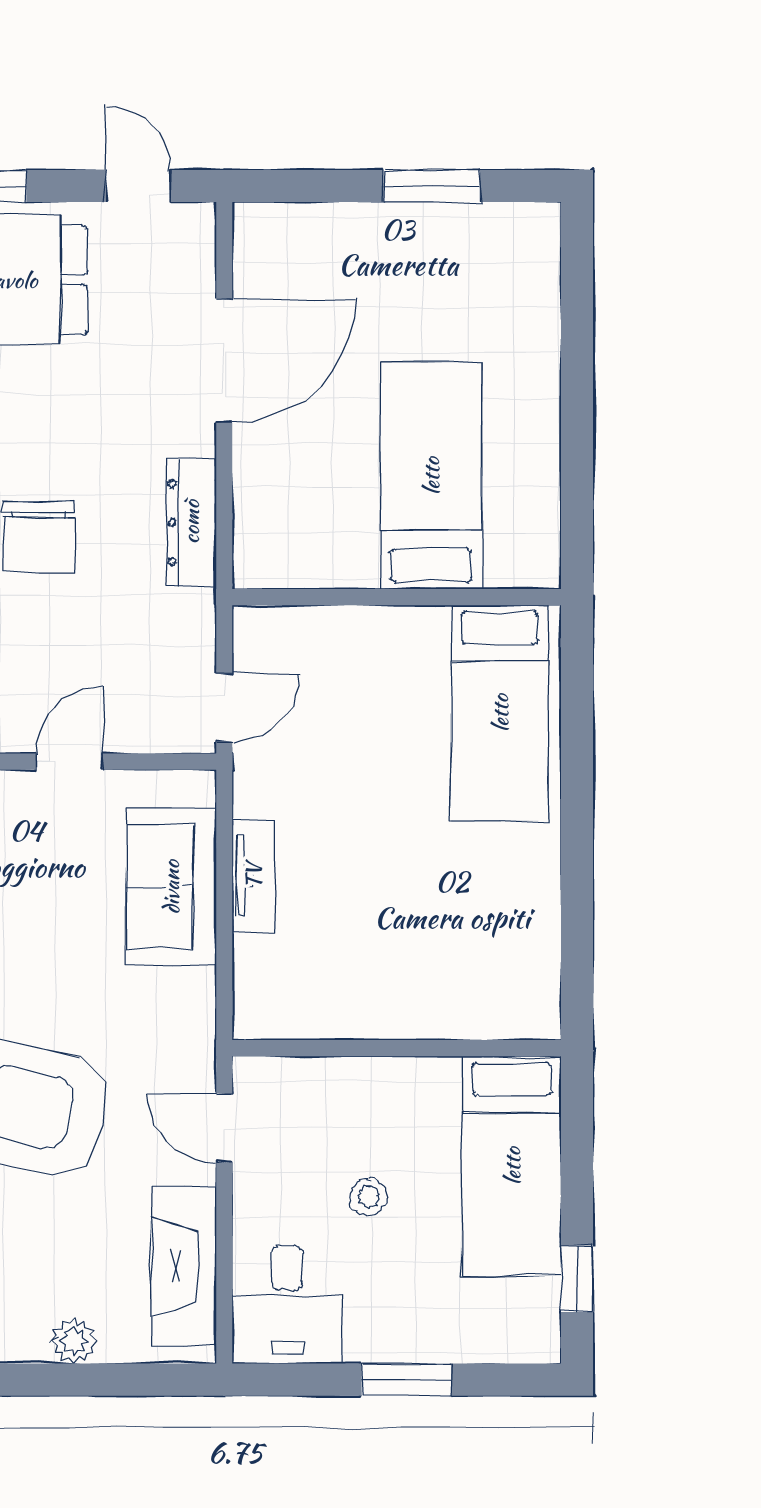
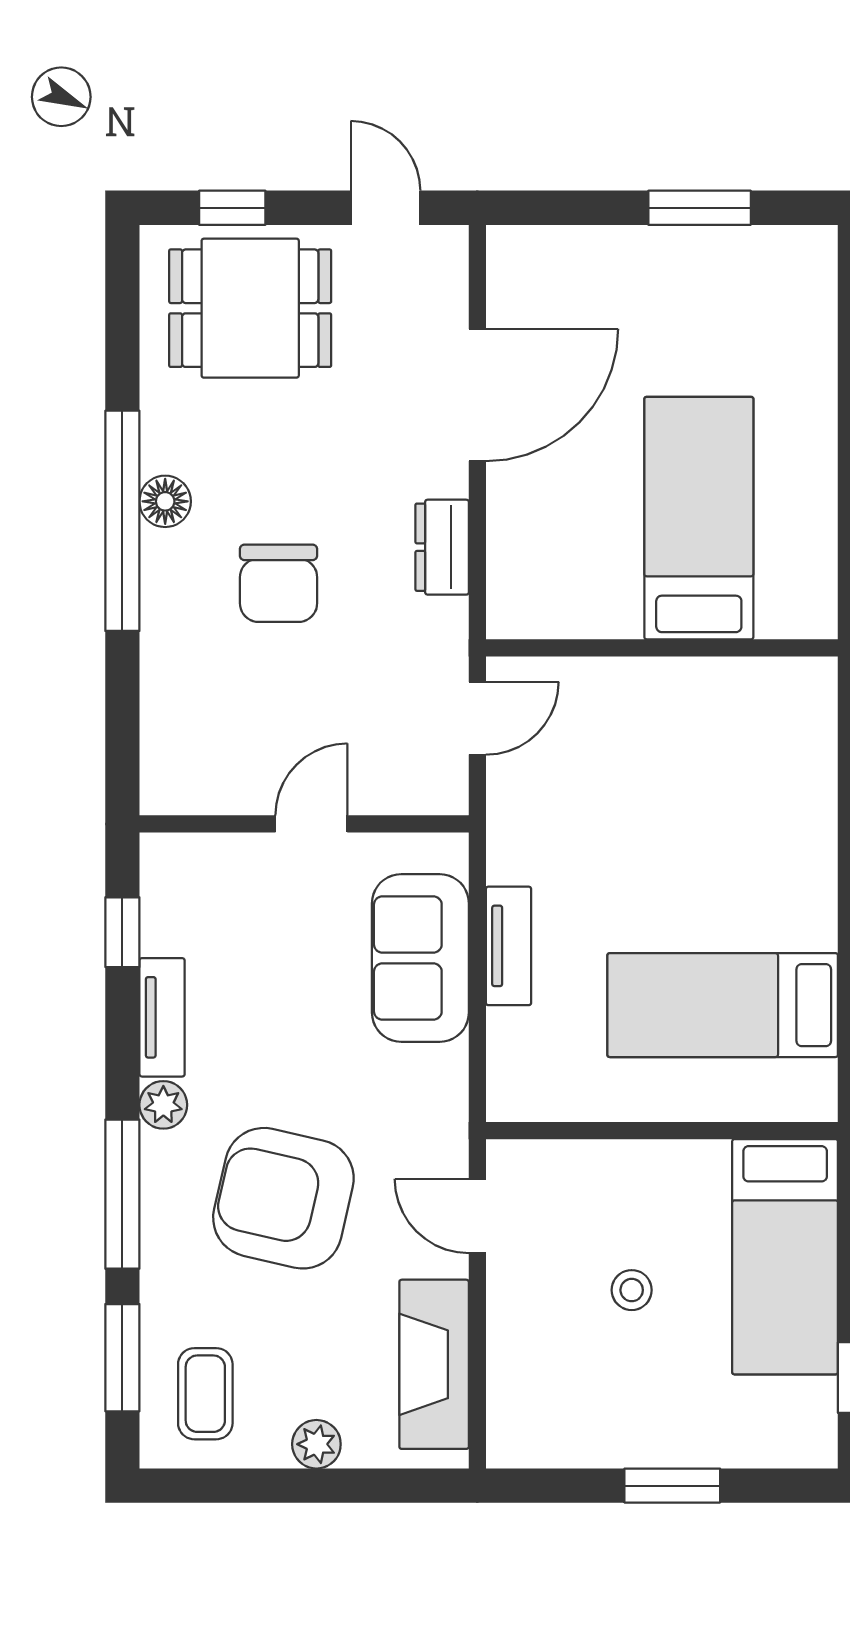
dresser: (191, 522) -> (442, 547), width x0.70
door: (224, 708) -> (477, 718), moved
bed: (500, 713) -> (723, 1005), moved, turned 90
desk: (287, 1304) -> (545, 1405), removed

